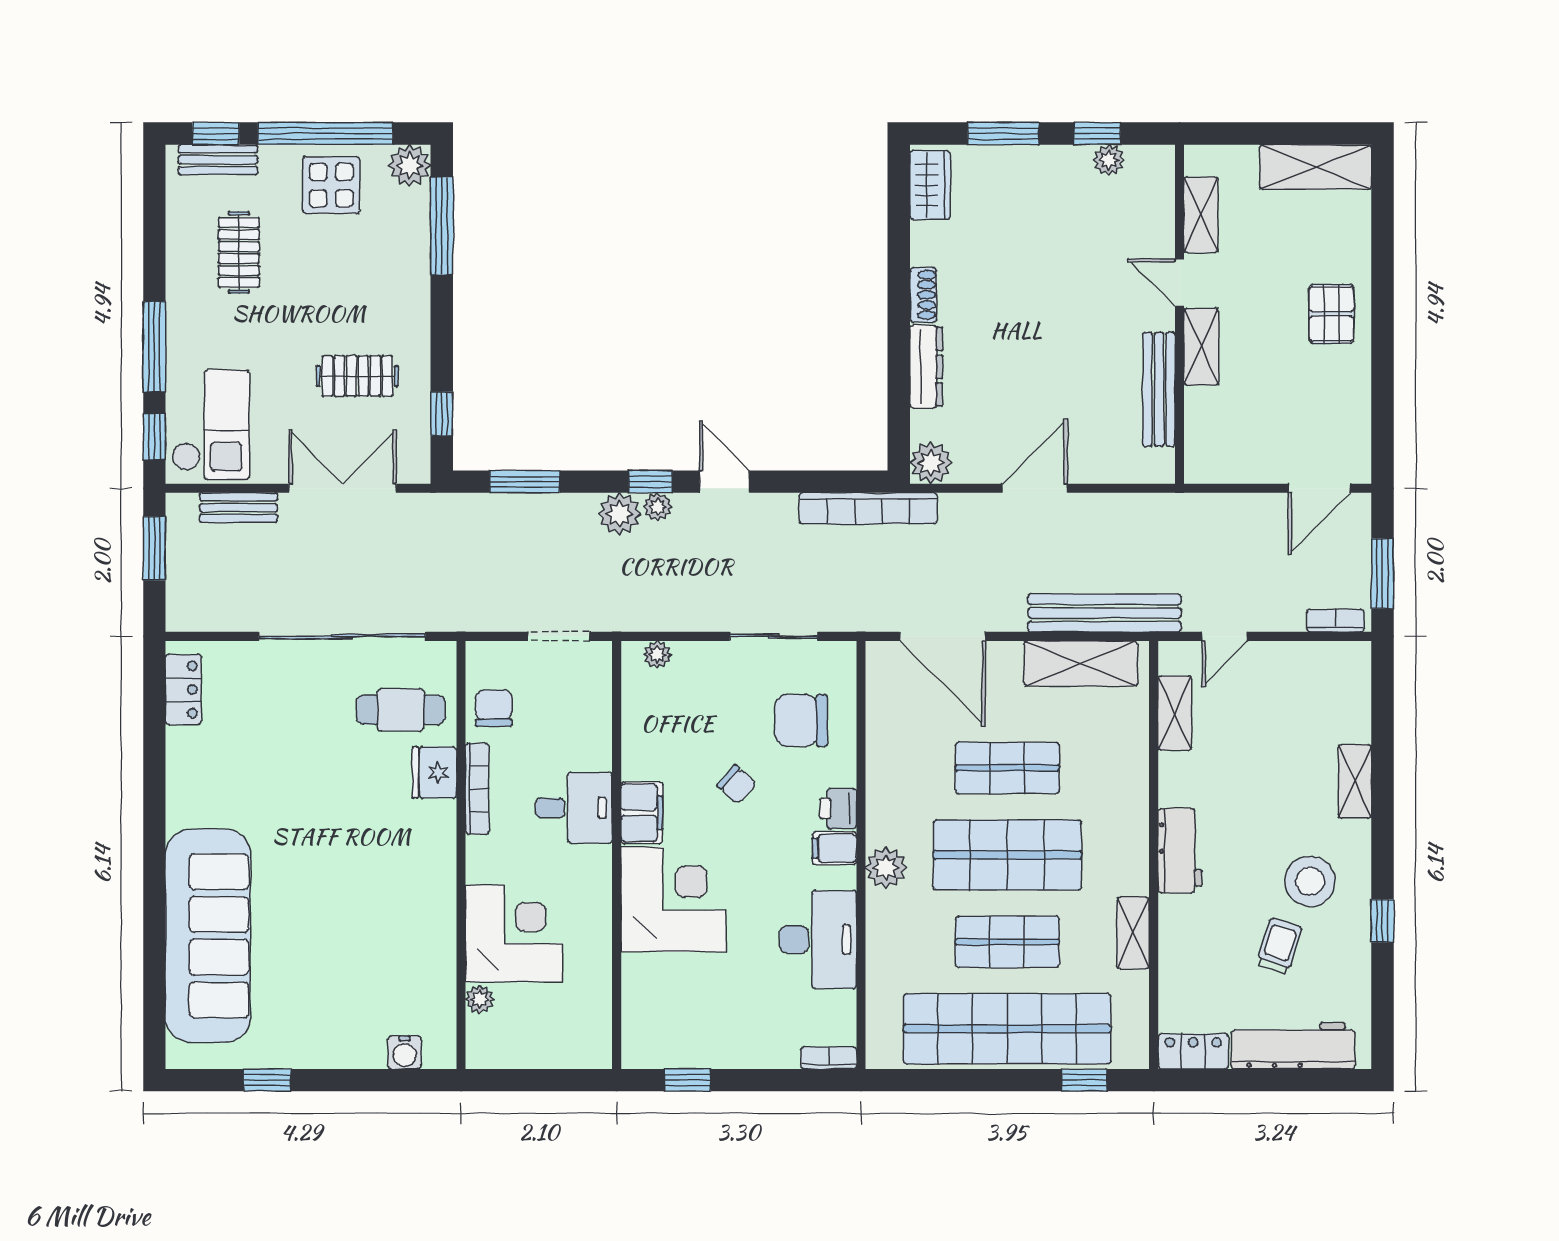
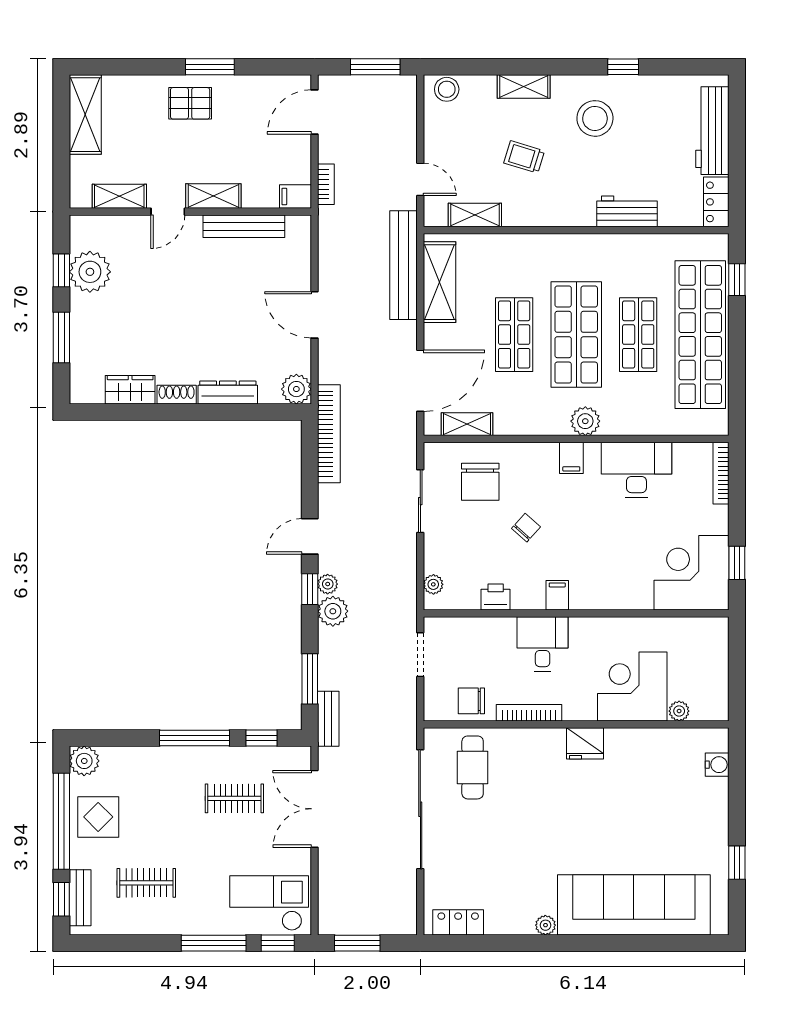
plant: (1109, 160) -> (90, 272), width x1.87, depth x1.87
wardrobe: (930, 185) -> (130, 390), moved
window: (442, 226) -> (194, 738), moved
window: (1382, 342) -> (210, 67), added
clothes rail: (357, 376) -> (234, 798), turned 90
filing cabinet: (1201, 462) -> (295, 197), added
door: (1319, 488) -> (315, 112), swing flipped
bench: (239, 508) -> (328, 719), moved
bookcase: (1335, 621) -> (326, 184), moved, turned 180
stool: (1351, 674) -> (447, 89), added
fridge: (434, 772) -> (585, 743), moved
printer: (838, 808) -> (496, 597), moved, turned 180
plant: (180, 812) -> (545, 925), added
filing cabinet: (642, 813) -> (557, 595), width x0.50
workbench: (1180, 851) -> (627, 211), moved
corner desk: (673, 899) -> (692, 573), moved
shelving: (1133, 933) -> (467, 424), moved
trolley: (1279, 946) -> (524, 157), moved
bookcase: (829, 1058) -> (721, 473), width x1.56

